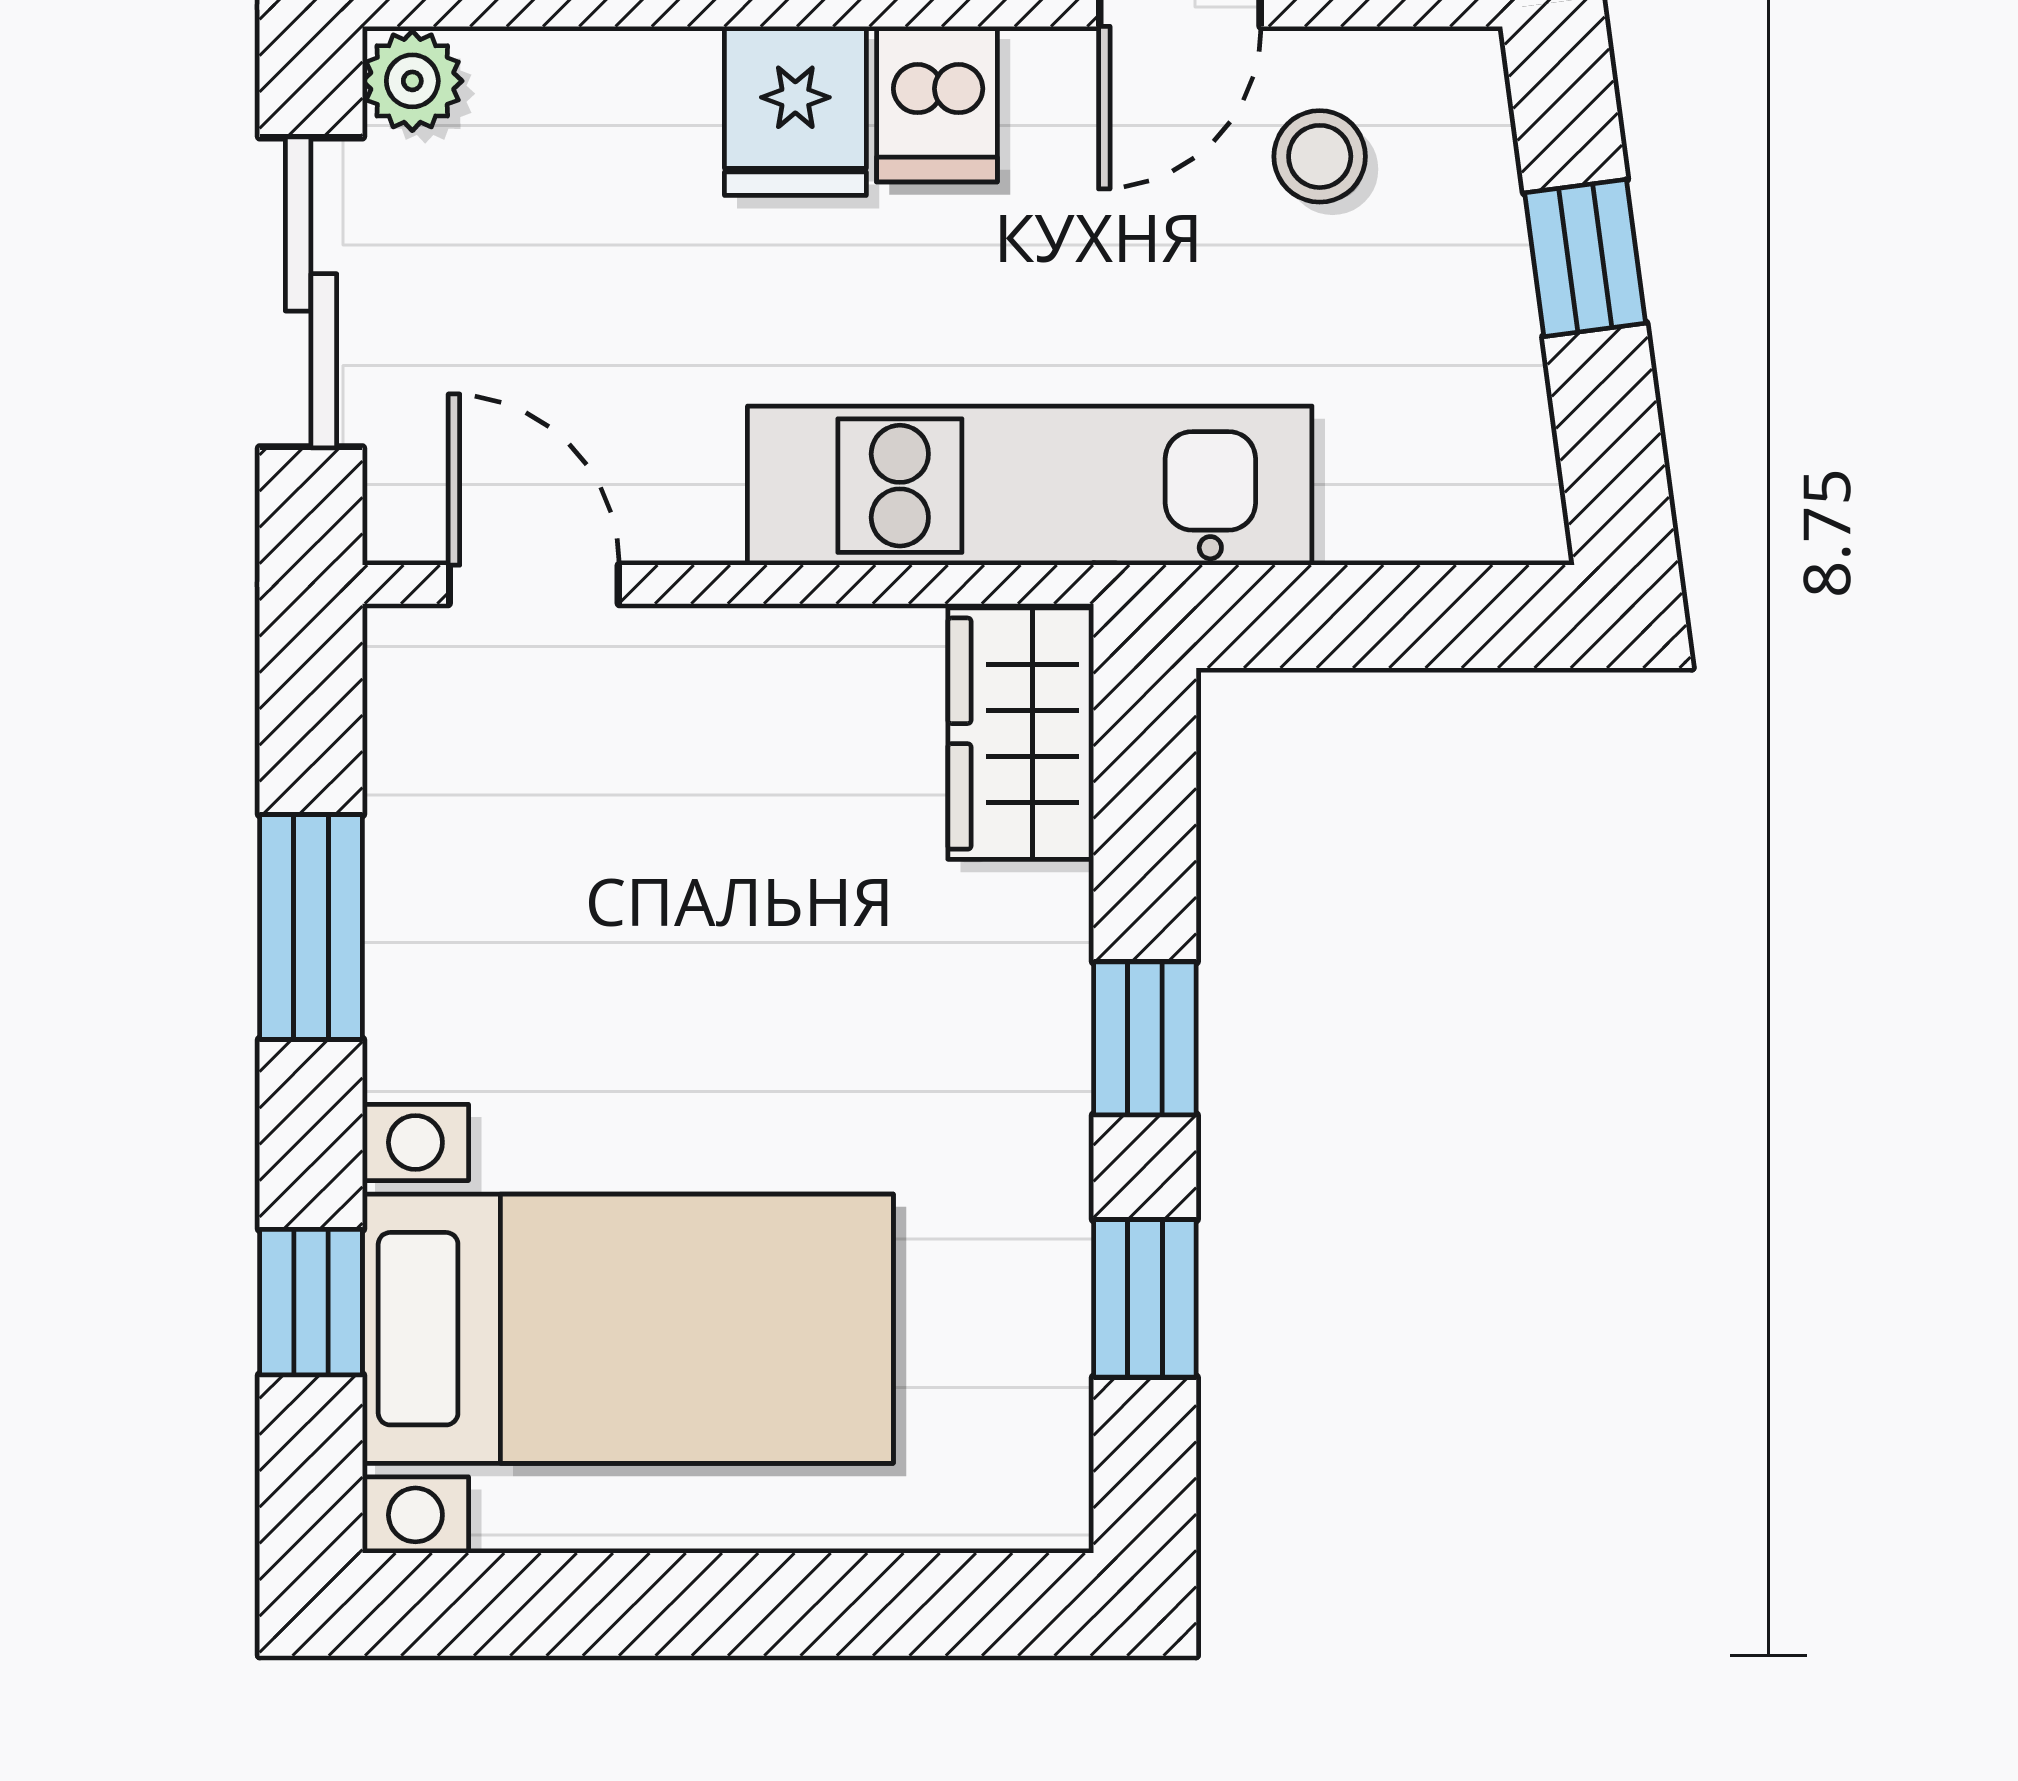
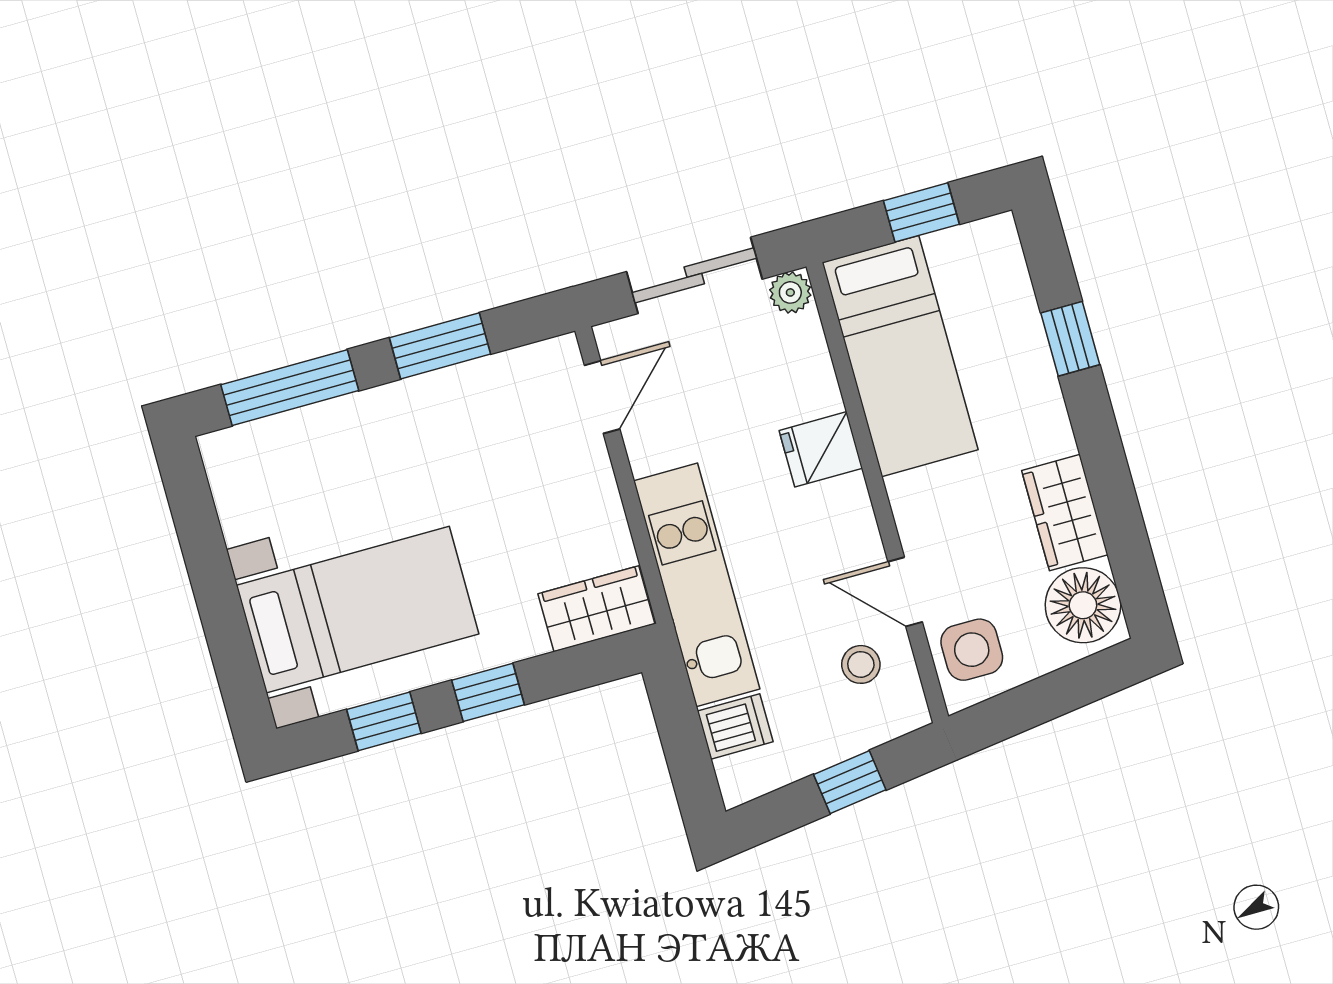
dishwasher: (937, 104) -> (735, 726), moved, turned 180
window: (311, 1302) -> (290, 388), width x2.17
bed with nightstands: (628, 1329) -> (358, 610), moved, turned -90

